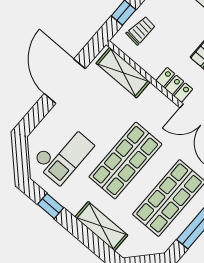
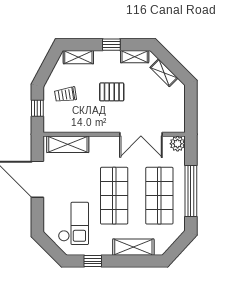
trolley: (141, 31) -> (65, 95), moved, turned -105
locker: (174, 85) -> (105, 125), removed

